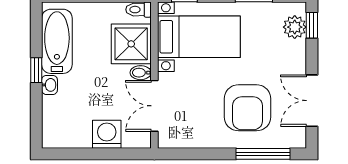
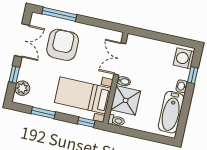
window: (312, 25) -> (14, 75), moved
window: (36, 70) -> (193, 75), moved
double door: (154, 106) -> (120, 59), swing flipped
washing machine: (107, 134) -> (184, 58), moved, turned 90

